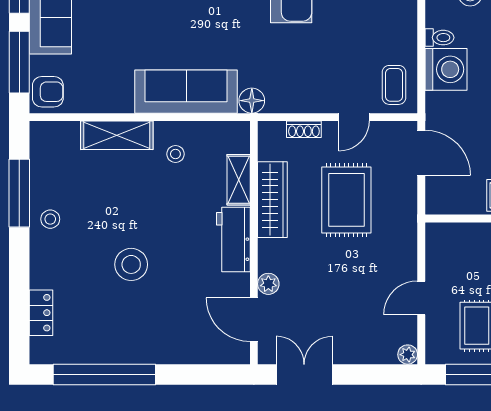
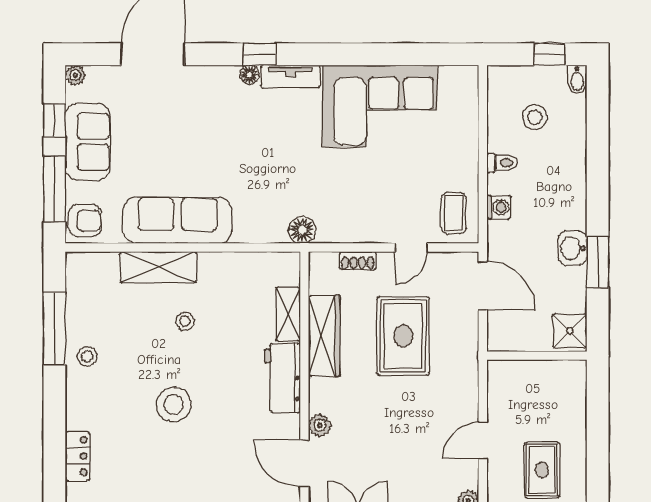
washing machine: (446, 69) -> (499, 207), width x0.53, depth x0.53
sofa: (186, 92) -> (178, 220), moved
stool: (175, 154) -> (185, 321), moved

